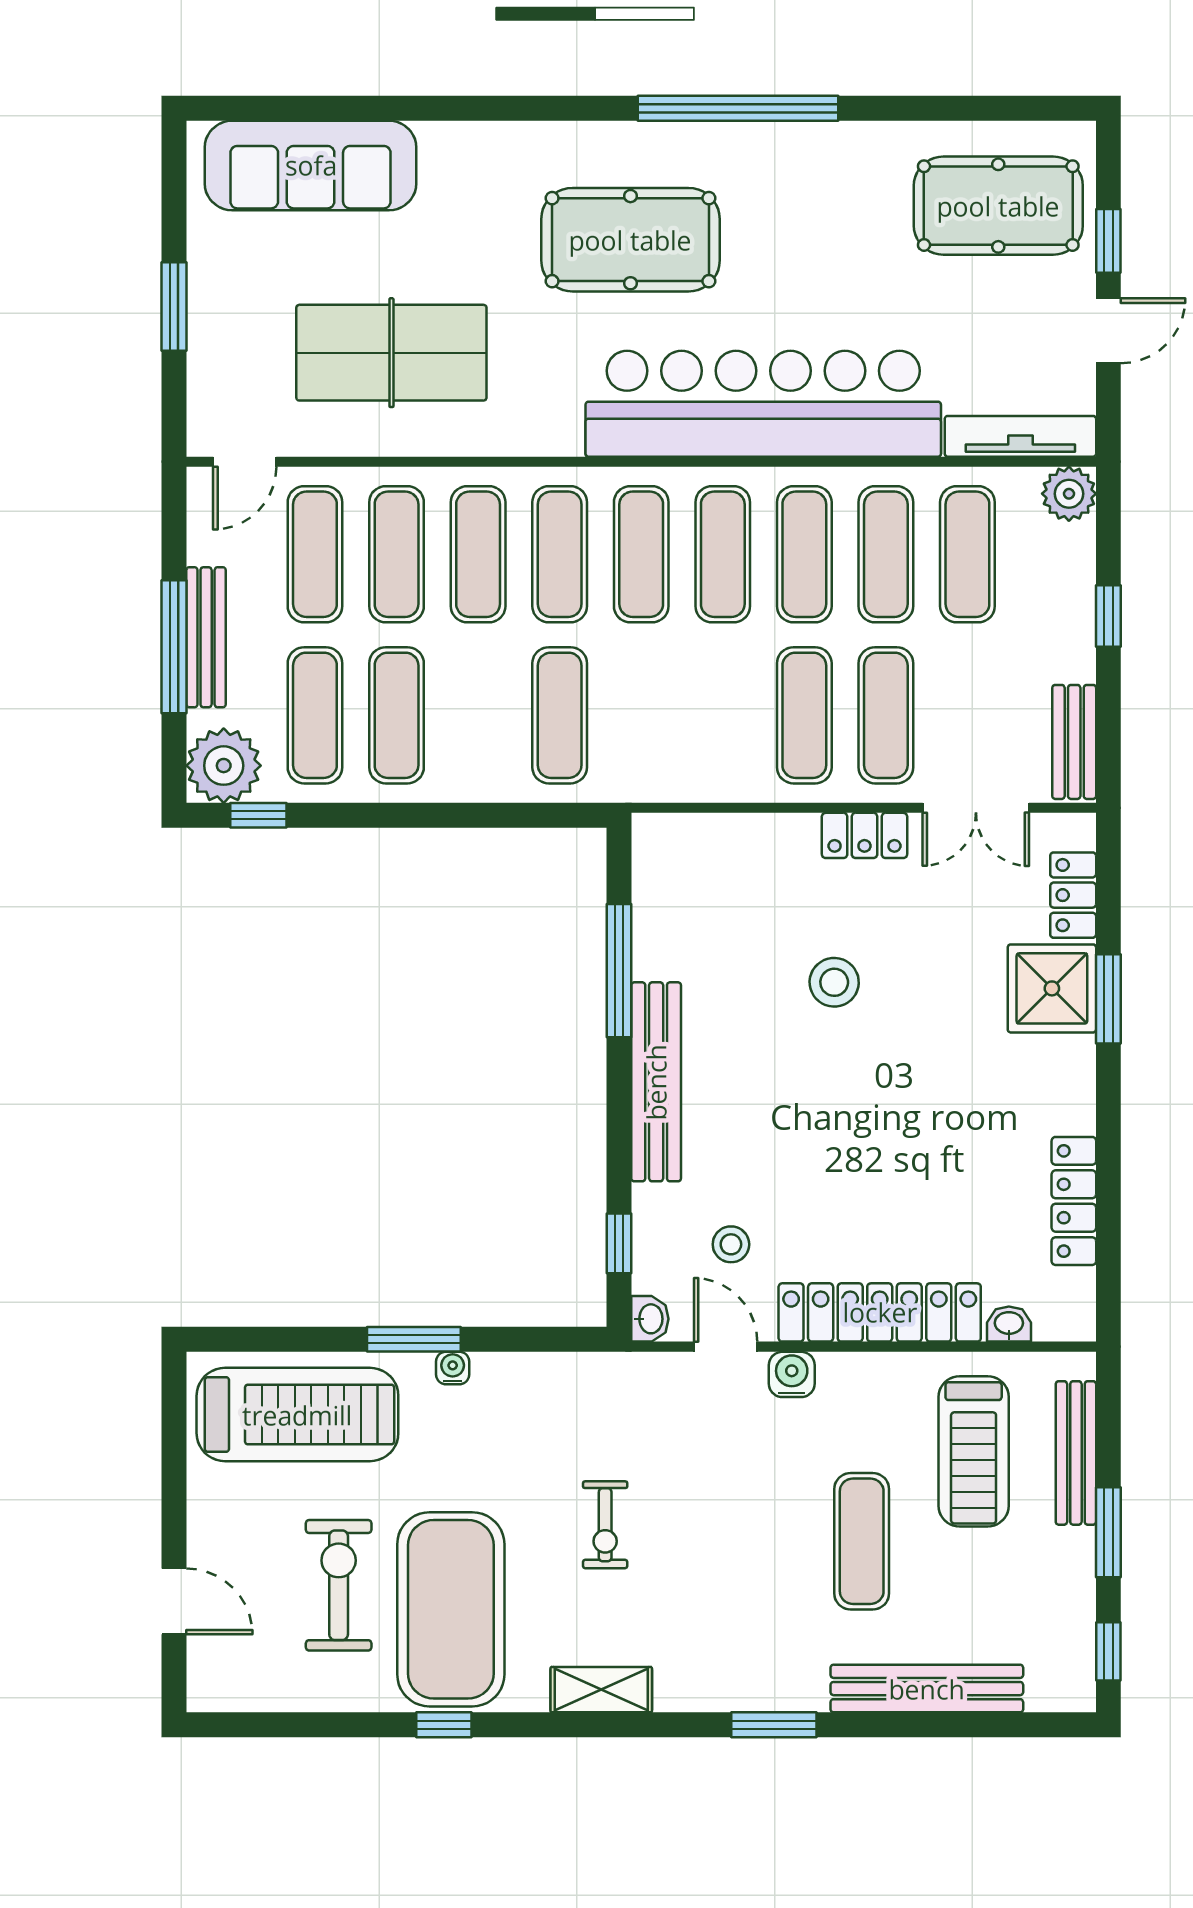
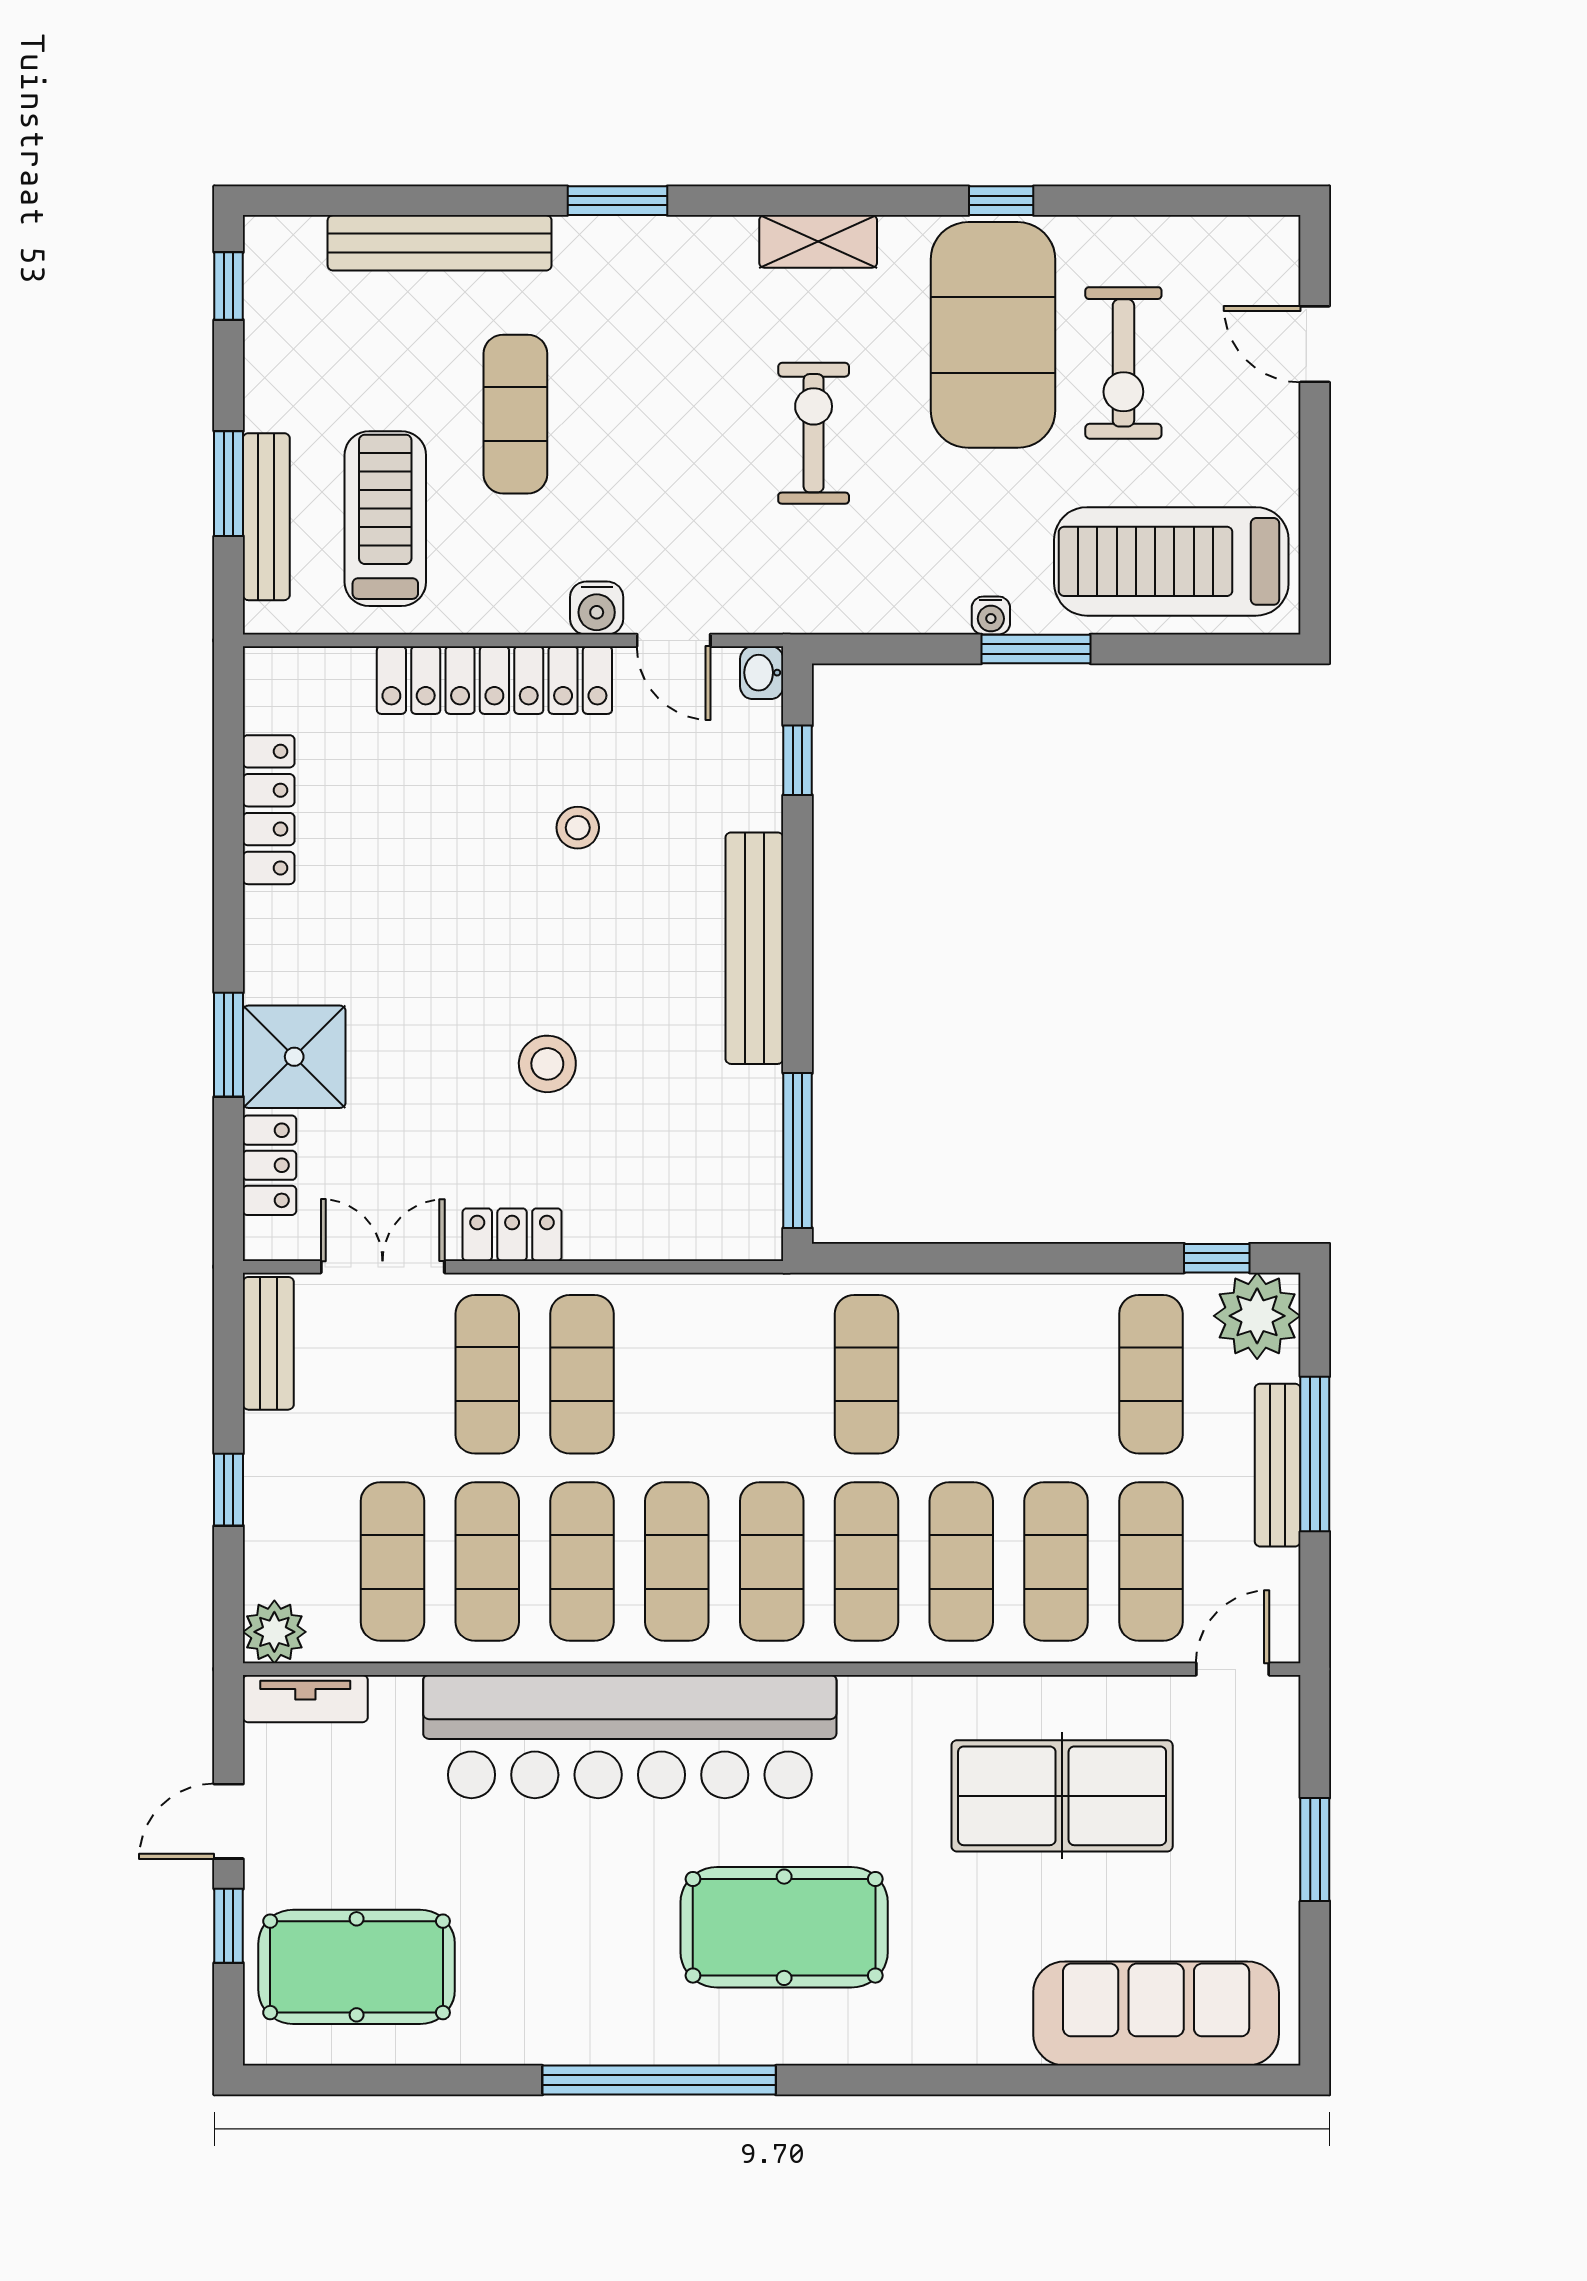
tv unit: (1020, 436) -> (305, 1699), width x0.71
exercise mat: (397, 715) -> (1056, 1374), removed
window: (619, 971) -> (798, 1151), moved
stool: (731, 1244) -> (578, 828), moved
washbasin: (1009, 1324) -> (344, 667), removed
exercise bike: (605, 1525) -> (814, 433), width x1.38, depth x1.39
window: (1108, 1532) -> (229, 484), moved

